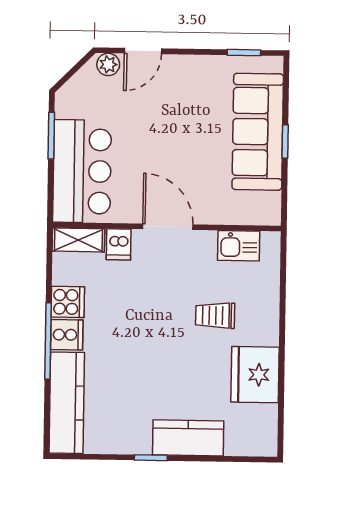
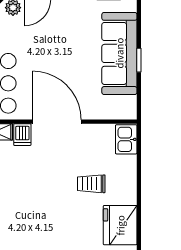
door: (168, 227) -> (57, 122), width x1.36
kitchen sink: (239, 246) -> (126, 139), moved, turned 90

